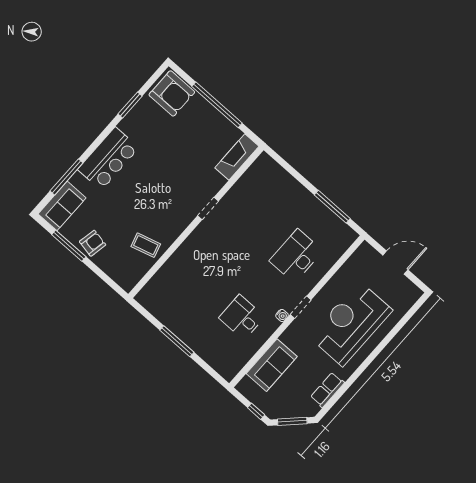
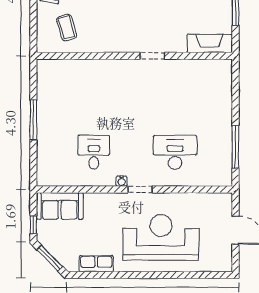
coffee table: (146, 245) -> (67, 28), moved
sofa: (272, 365) -> (60, 206), moved

